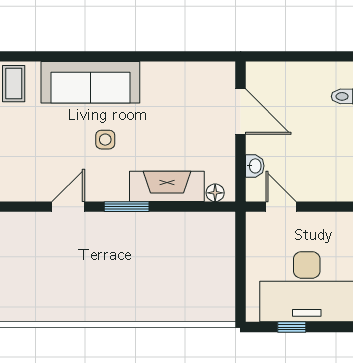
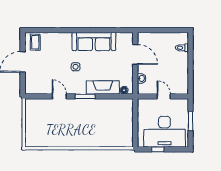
sofa: (90, 82) -> (94, 42), moved
door: (68, 207) -> (59, 96), hinge flipped
door: (281, 207) -> (164, 96), moved

